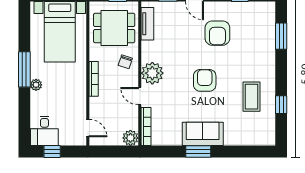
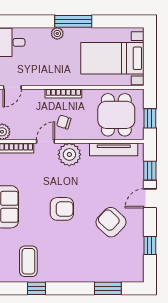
tv unit: (147, 24) -> (114, 149), width x1.41
armchair: (217, 33) -> (111, 222), turned 43
chair: (125, 62) -> (64, 122), moved
coffee table: (251, 97) -> (28, 261), moved, turned 90

